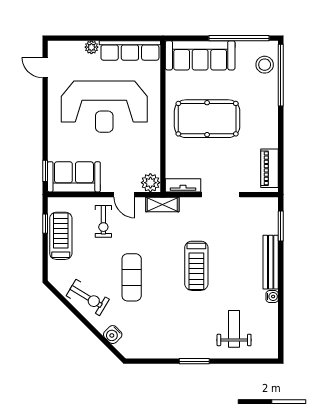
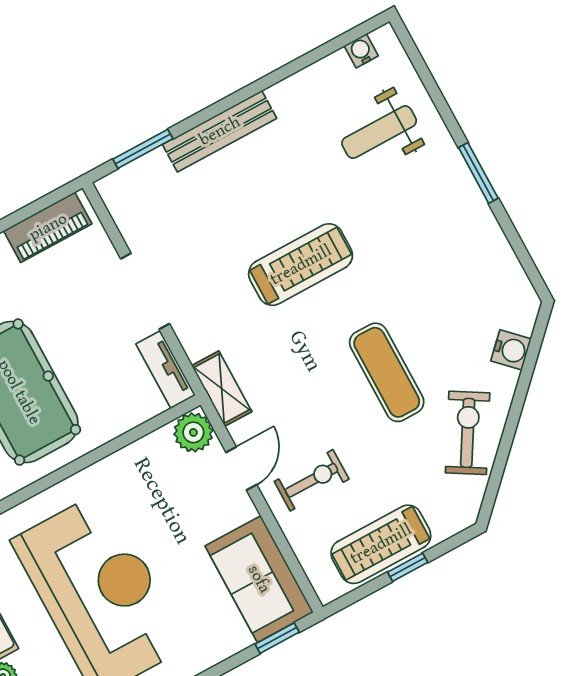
window: (45, 224) -> (408, 567), moved
exercise mat: (132, 277) -> (387, 372), turned 90
water cooler: (272, 297) -> (361, 51), moved

